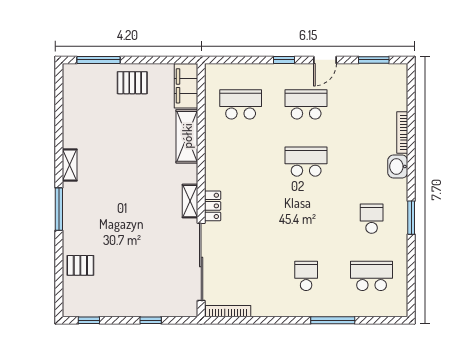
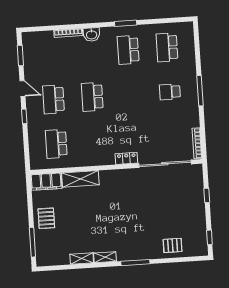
shelving: (190, 201) -> (82, 259), moved
school desk: (372, 219) -> (128, 50), width x1.85
pallet: (80, 265) -> (173, 245), turned 90
window: (333, 320) -> (200, 91), moved

